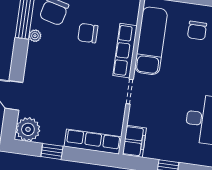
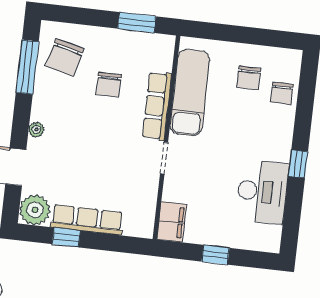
chair: (88, 33) -> (109, 85), turned -90
plant: (35, 36) -> (36, 129), moved
row of seats: (93, 142) -> (87, 220), moved

